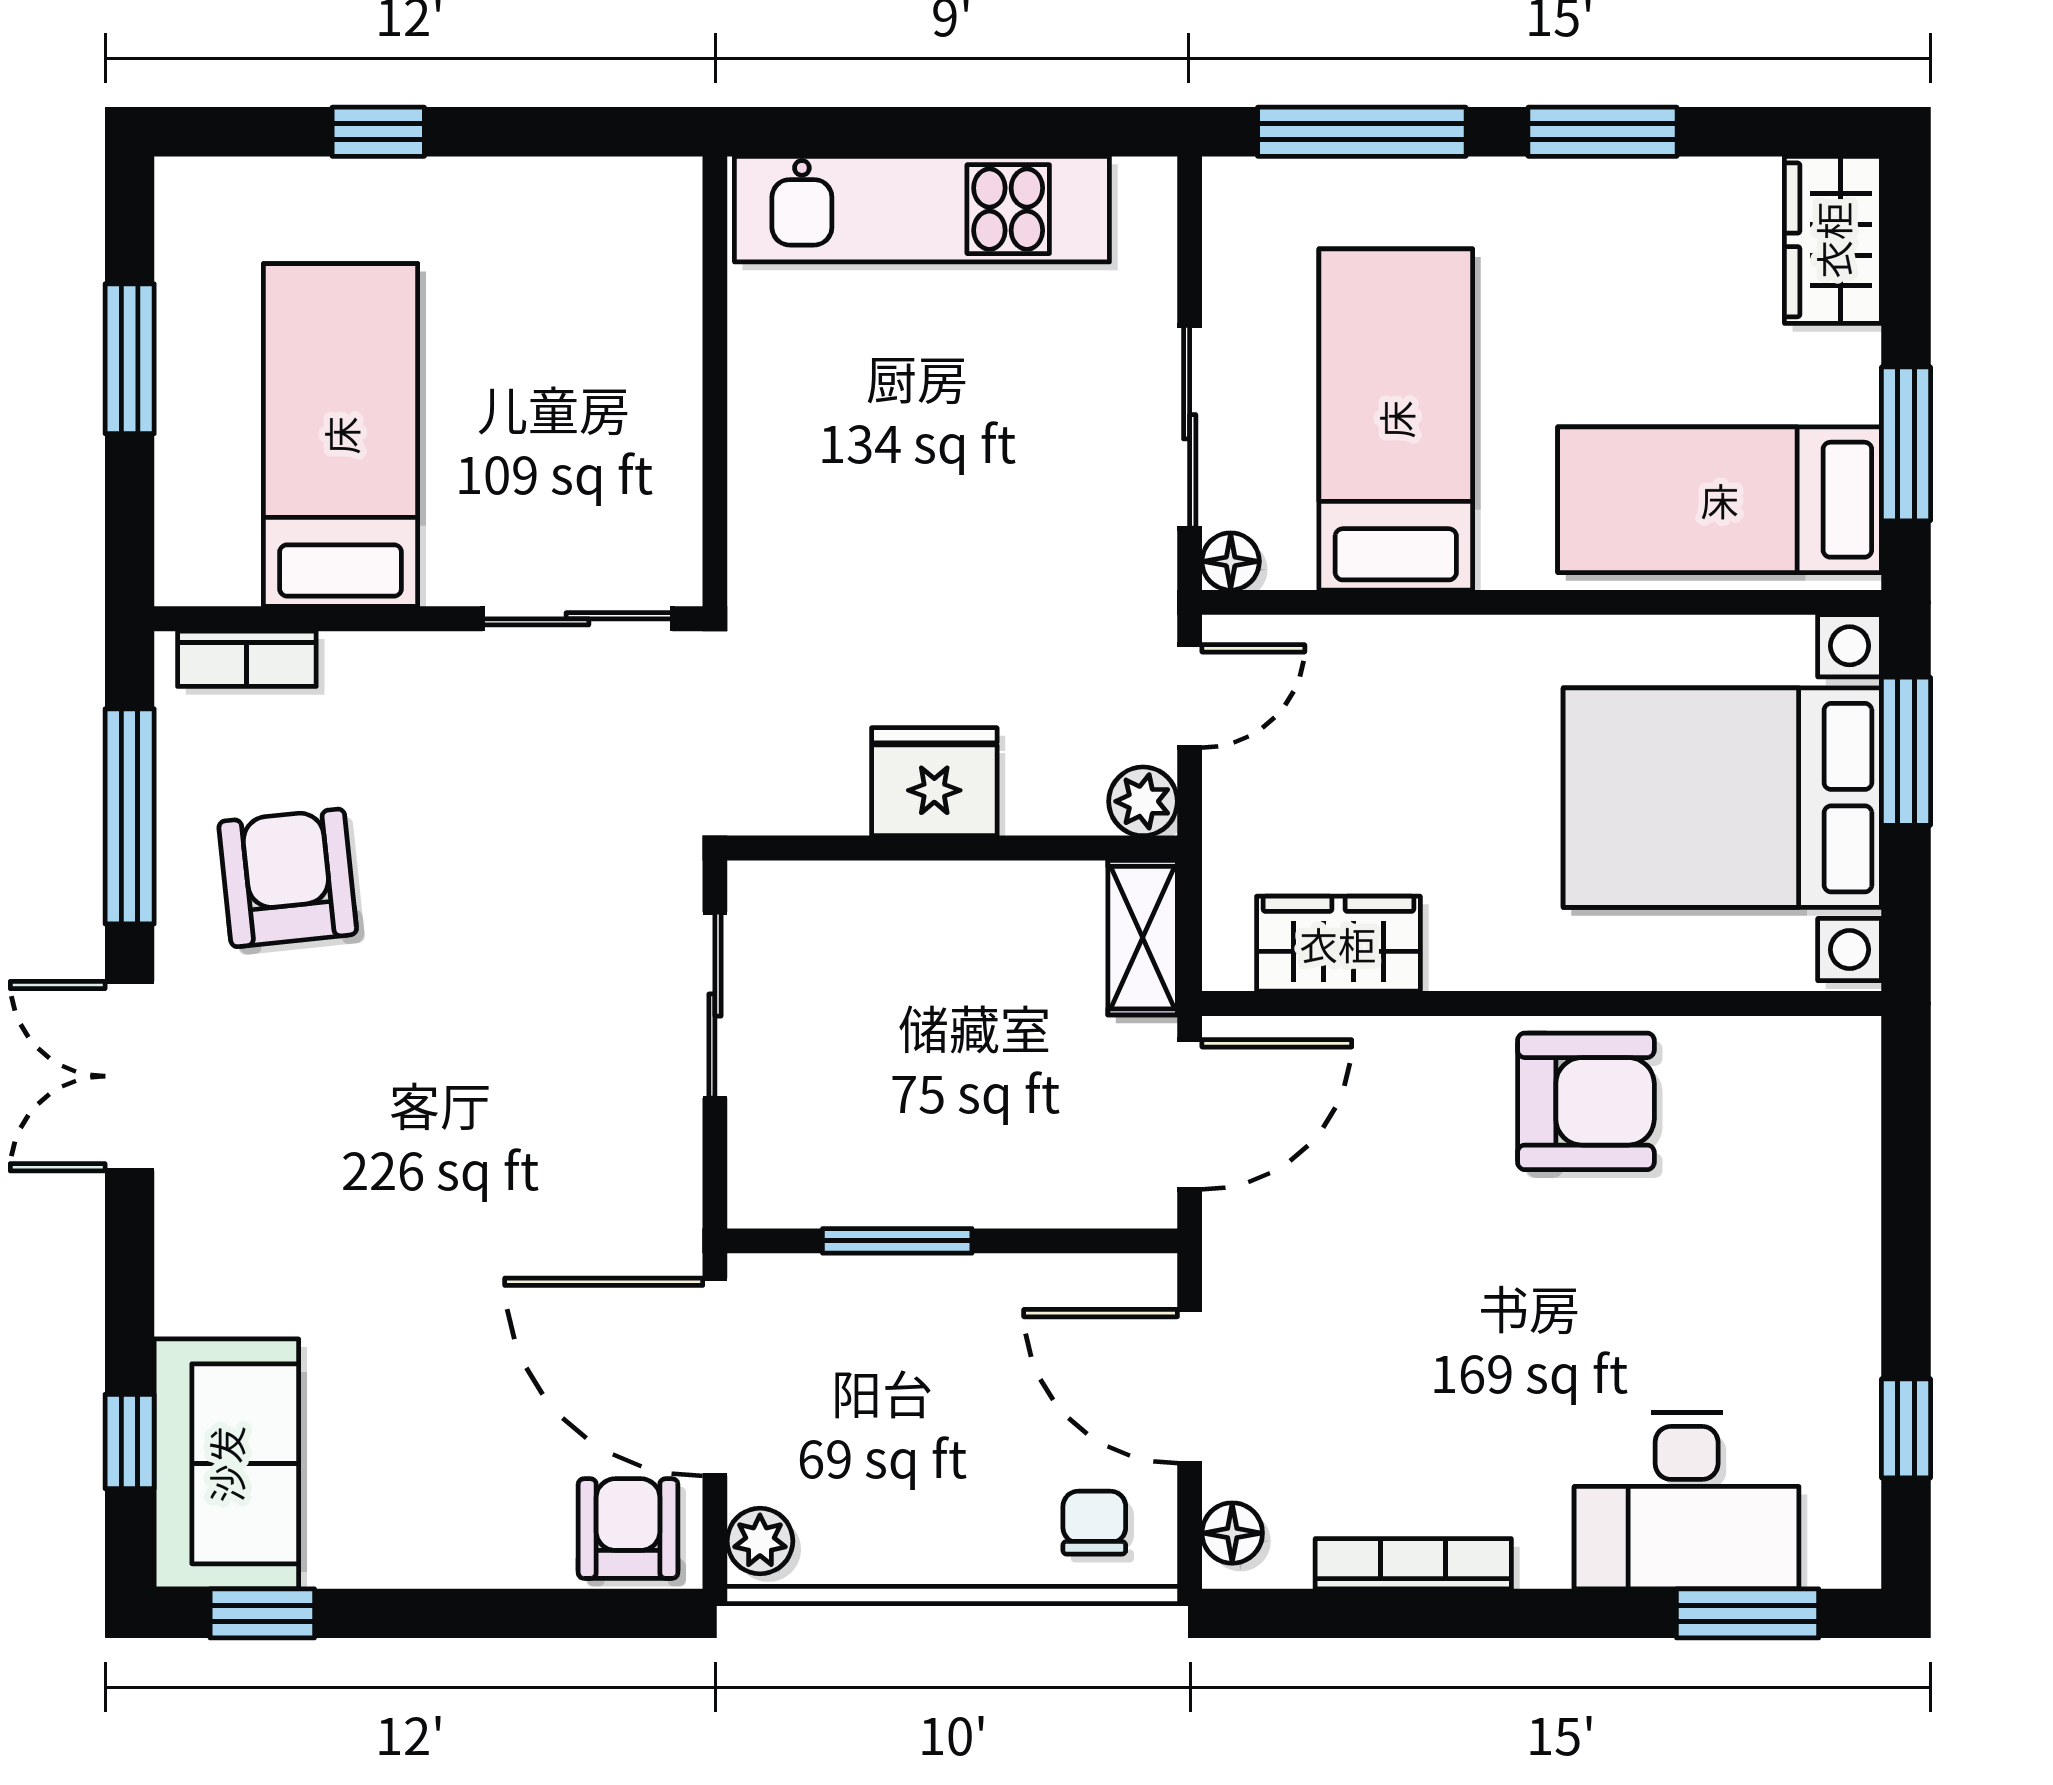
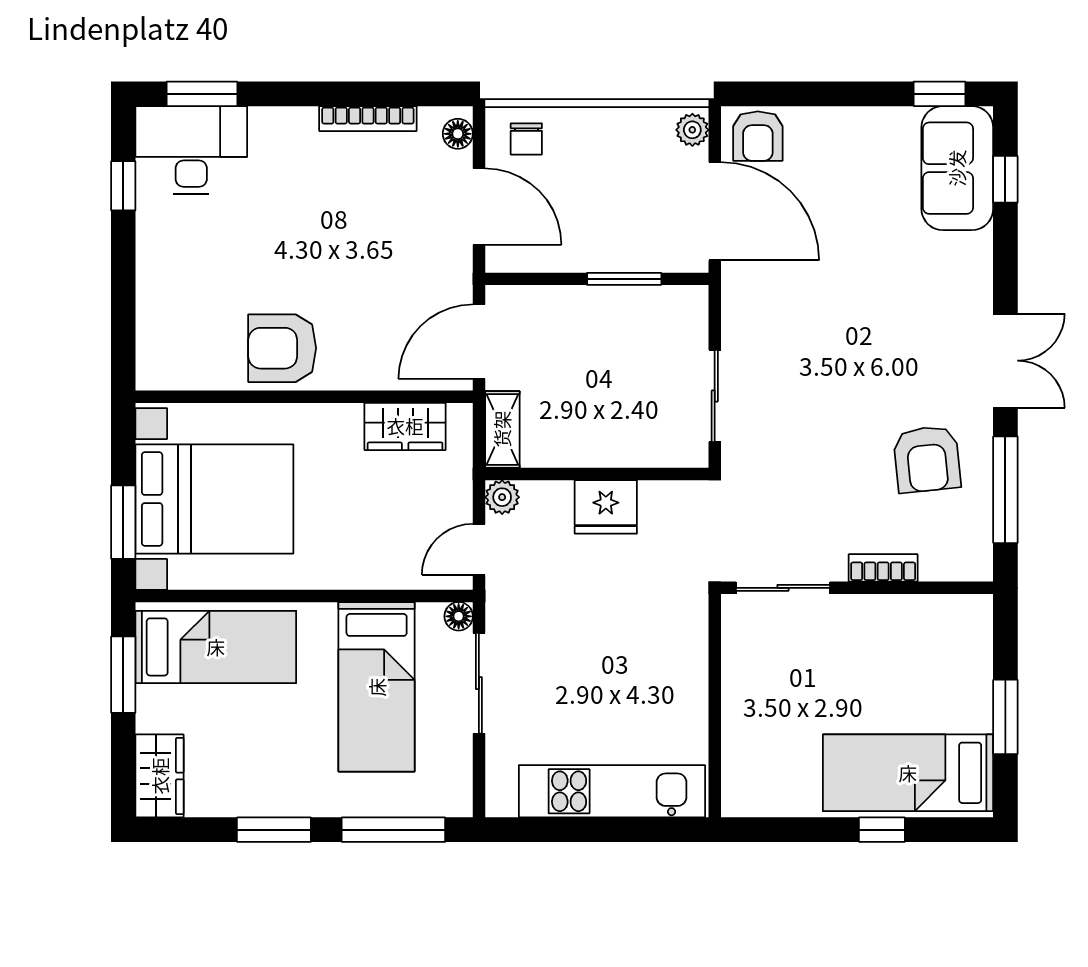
bed: (341, 435) -> (908, 773), moved, turned 90
bookcase: (247, 659) -> (883, 568), moved
desk: (1687, 1501) -> (191, 150), moved

